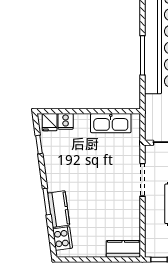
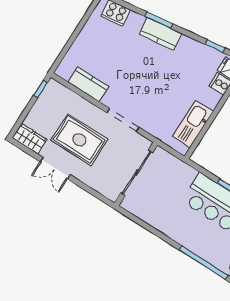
kitchen counter: (59, 209) -> (161, 34), moved
kitchen counter: (123, 249) -> (88, 84), moved, turned -90

